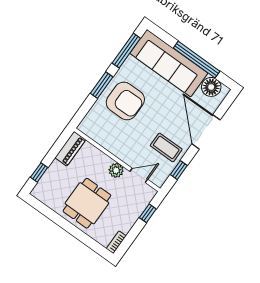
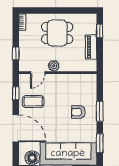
window: (126, 51) -> (100, 143), width x0.69
armchair: (125, 101) -> (78, 112), width x0.53, depth x0.53
piano: (70, 149) -> (91, 47), moved
dining table: (87, 203) -> (57, 33), turned 90

